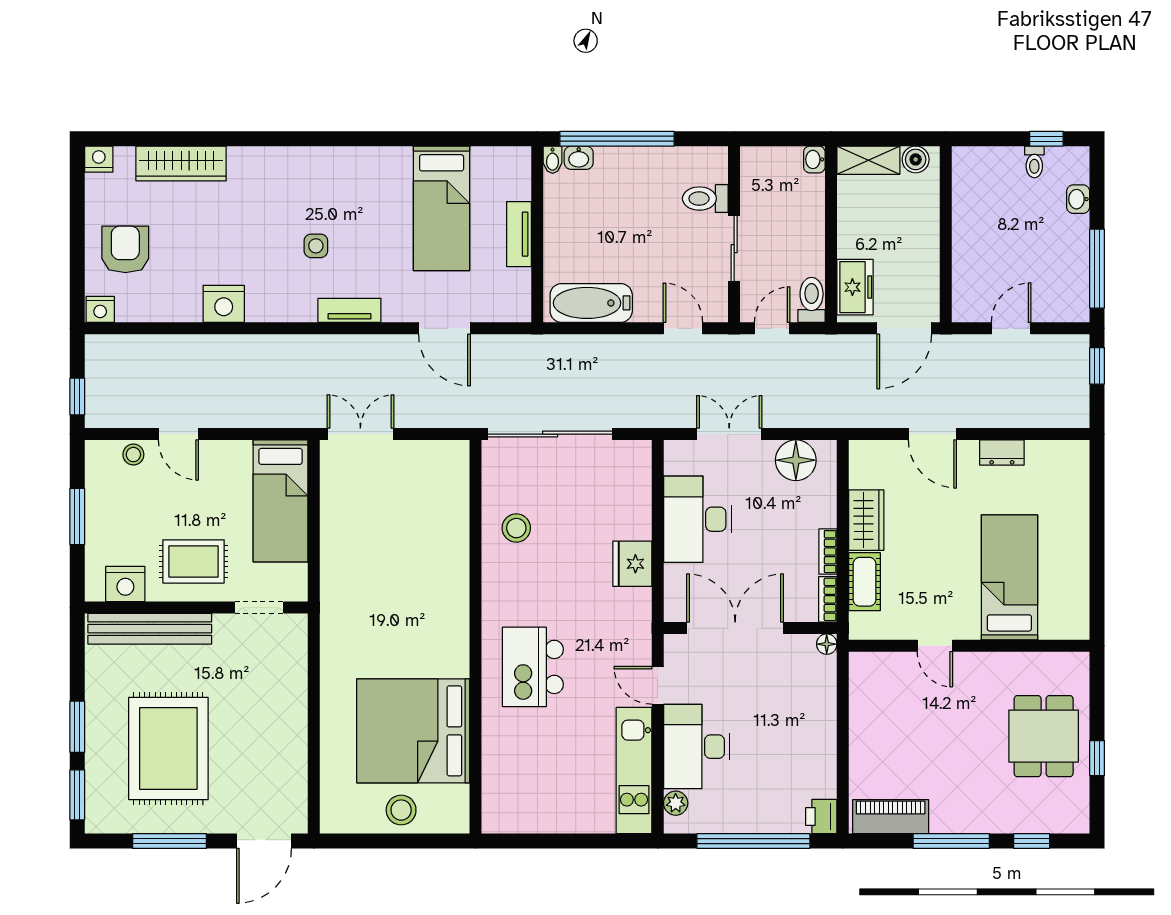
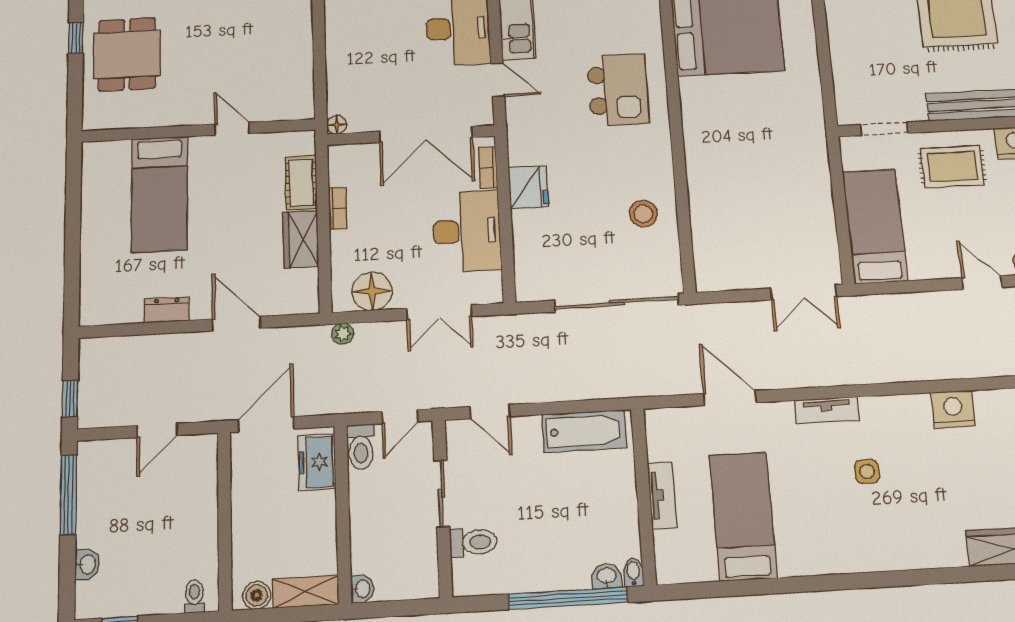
toilet: (1034, 162) -> (194, 596), moved
plant: (826, 417) -> (343, 334), added
bookcase: (828, 599) -> (488, 168), moved, turned 180

